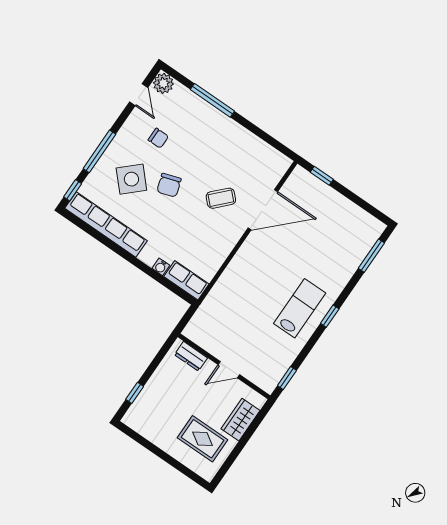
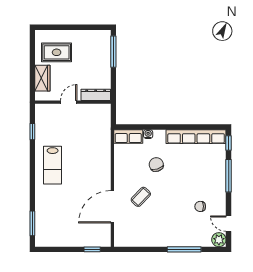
side table: (131, 179) -> (199, 173), removed
chair: (169, 185) -> (156, 165), moved
window: (330, 316) -> (32, 172), removed
dresser: (191, 356) -> (96, 95), width x1.44
window: (287, 378) -> (32, 132), moved
window: (135, 393) -> (113, 52), width x2.17

